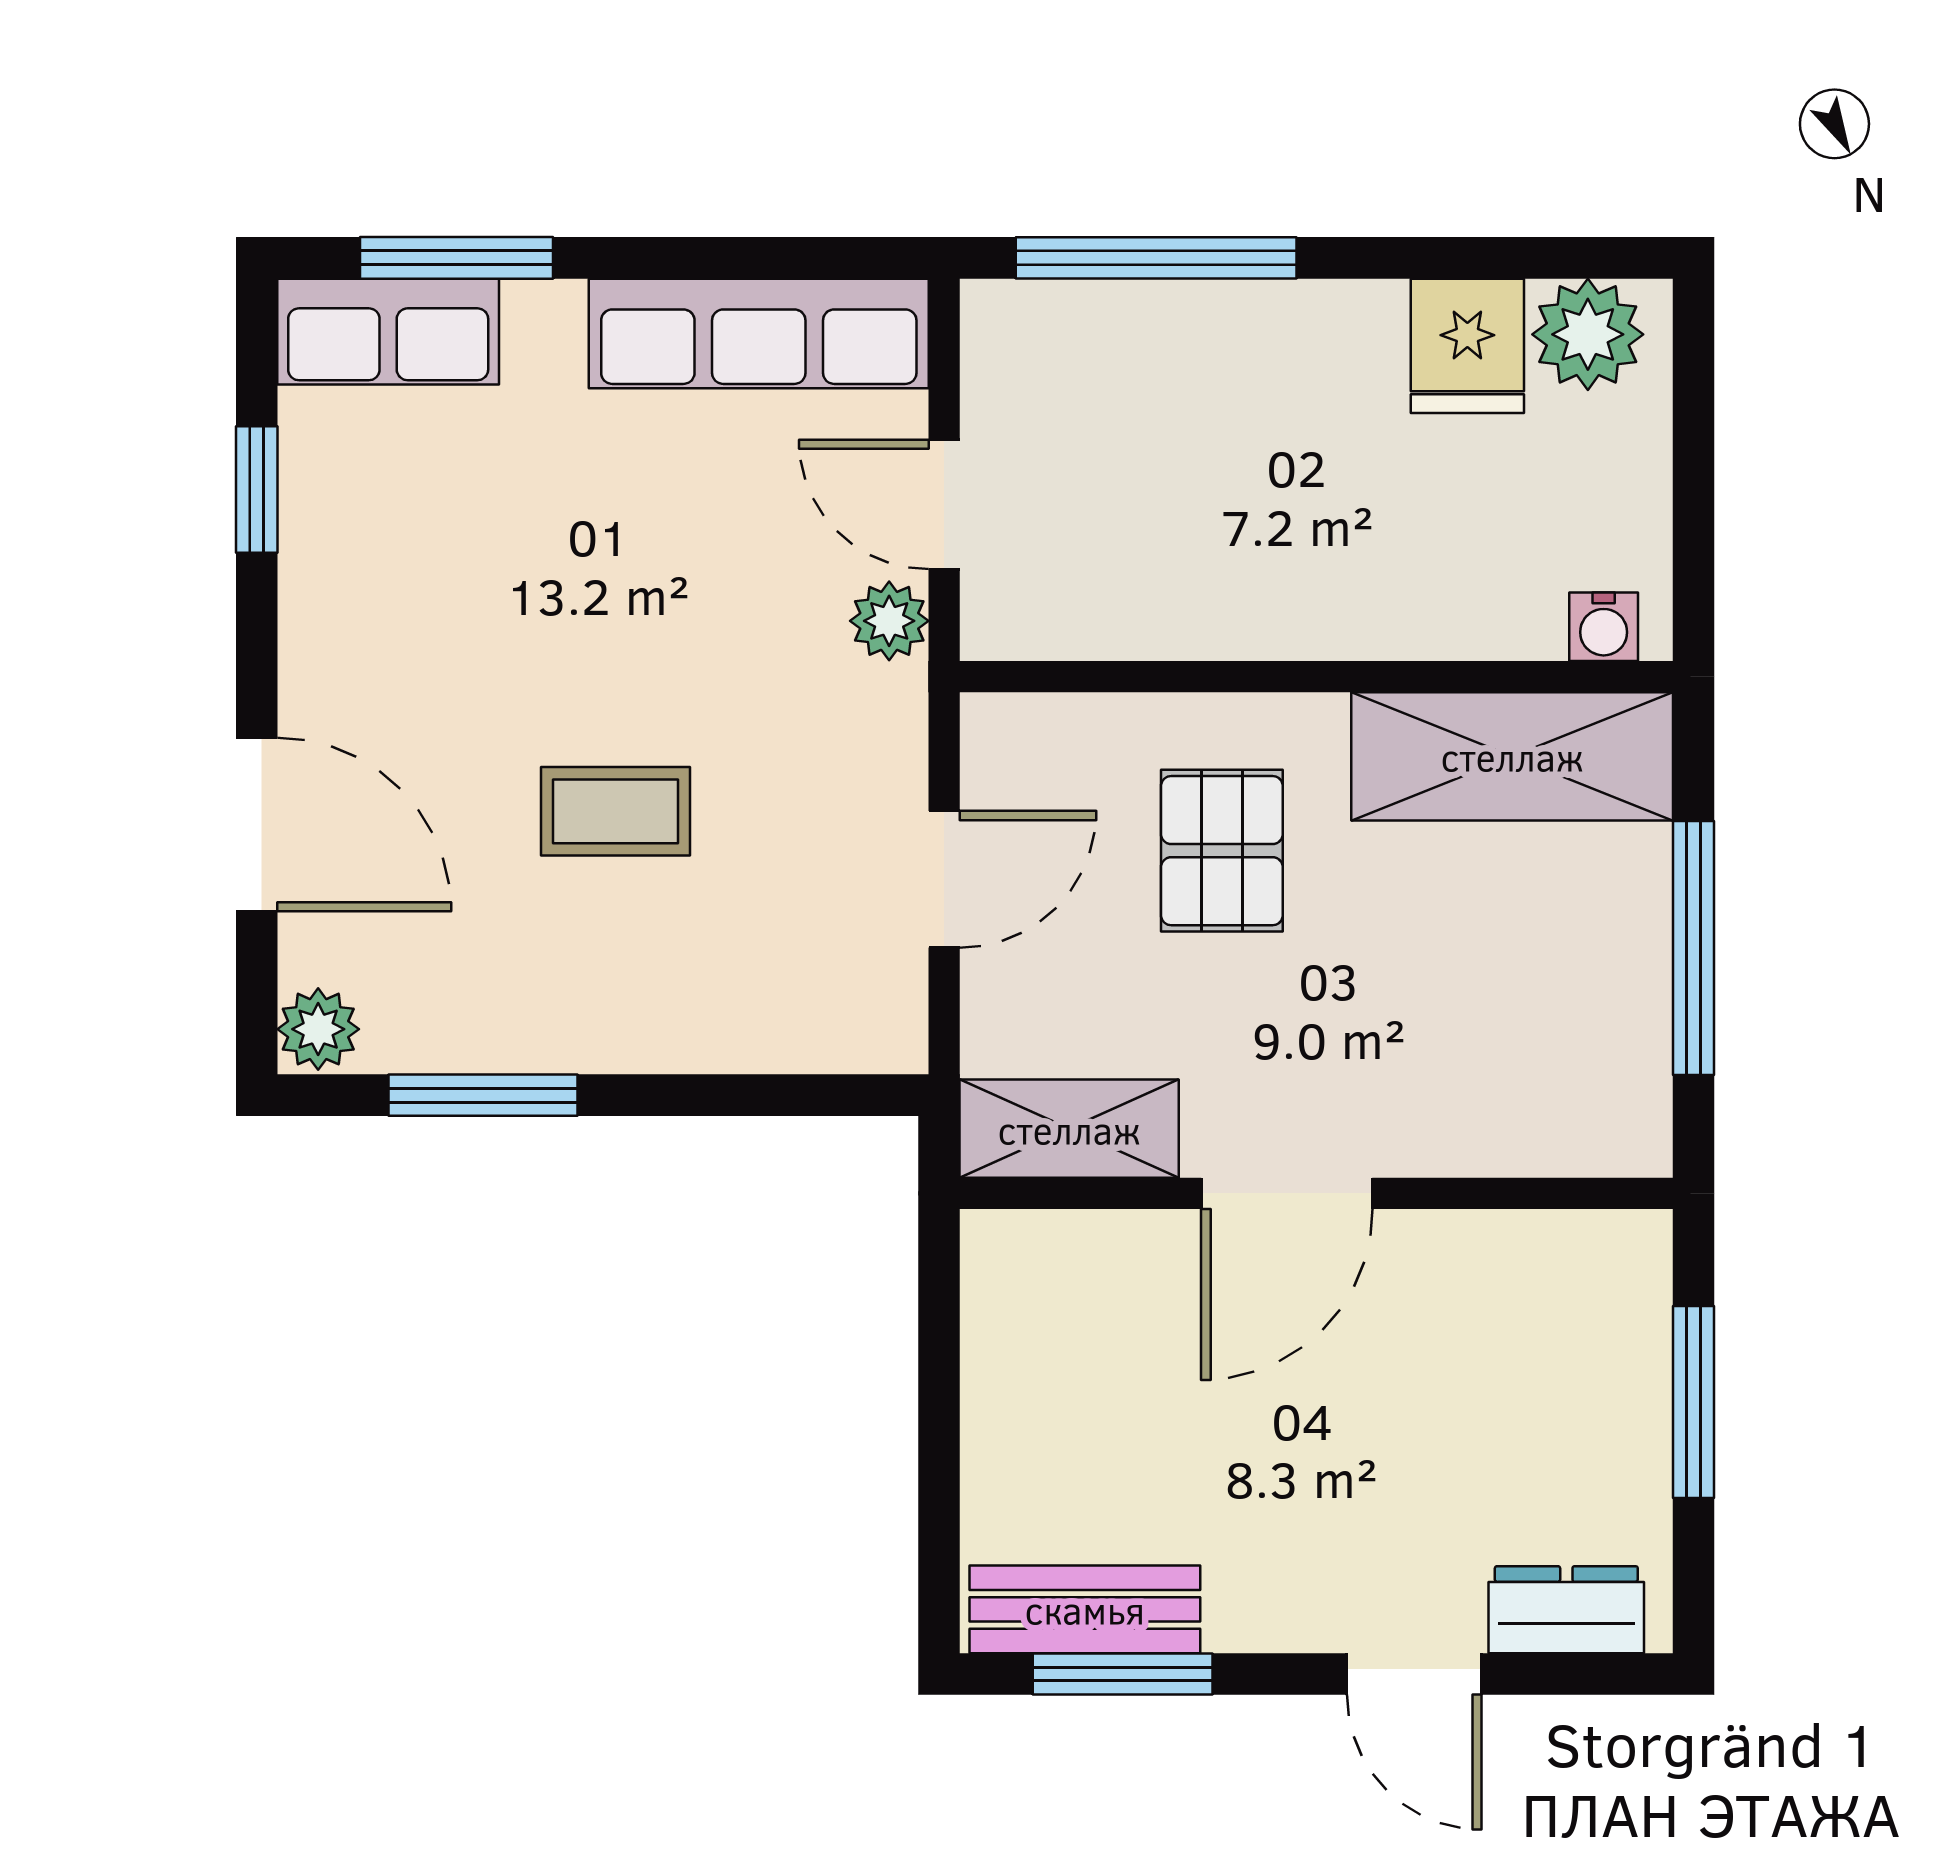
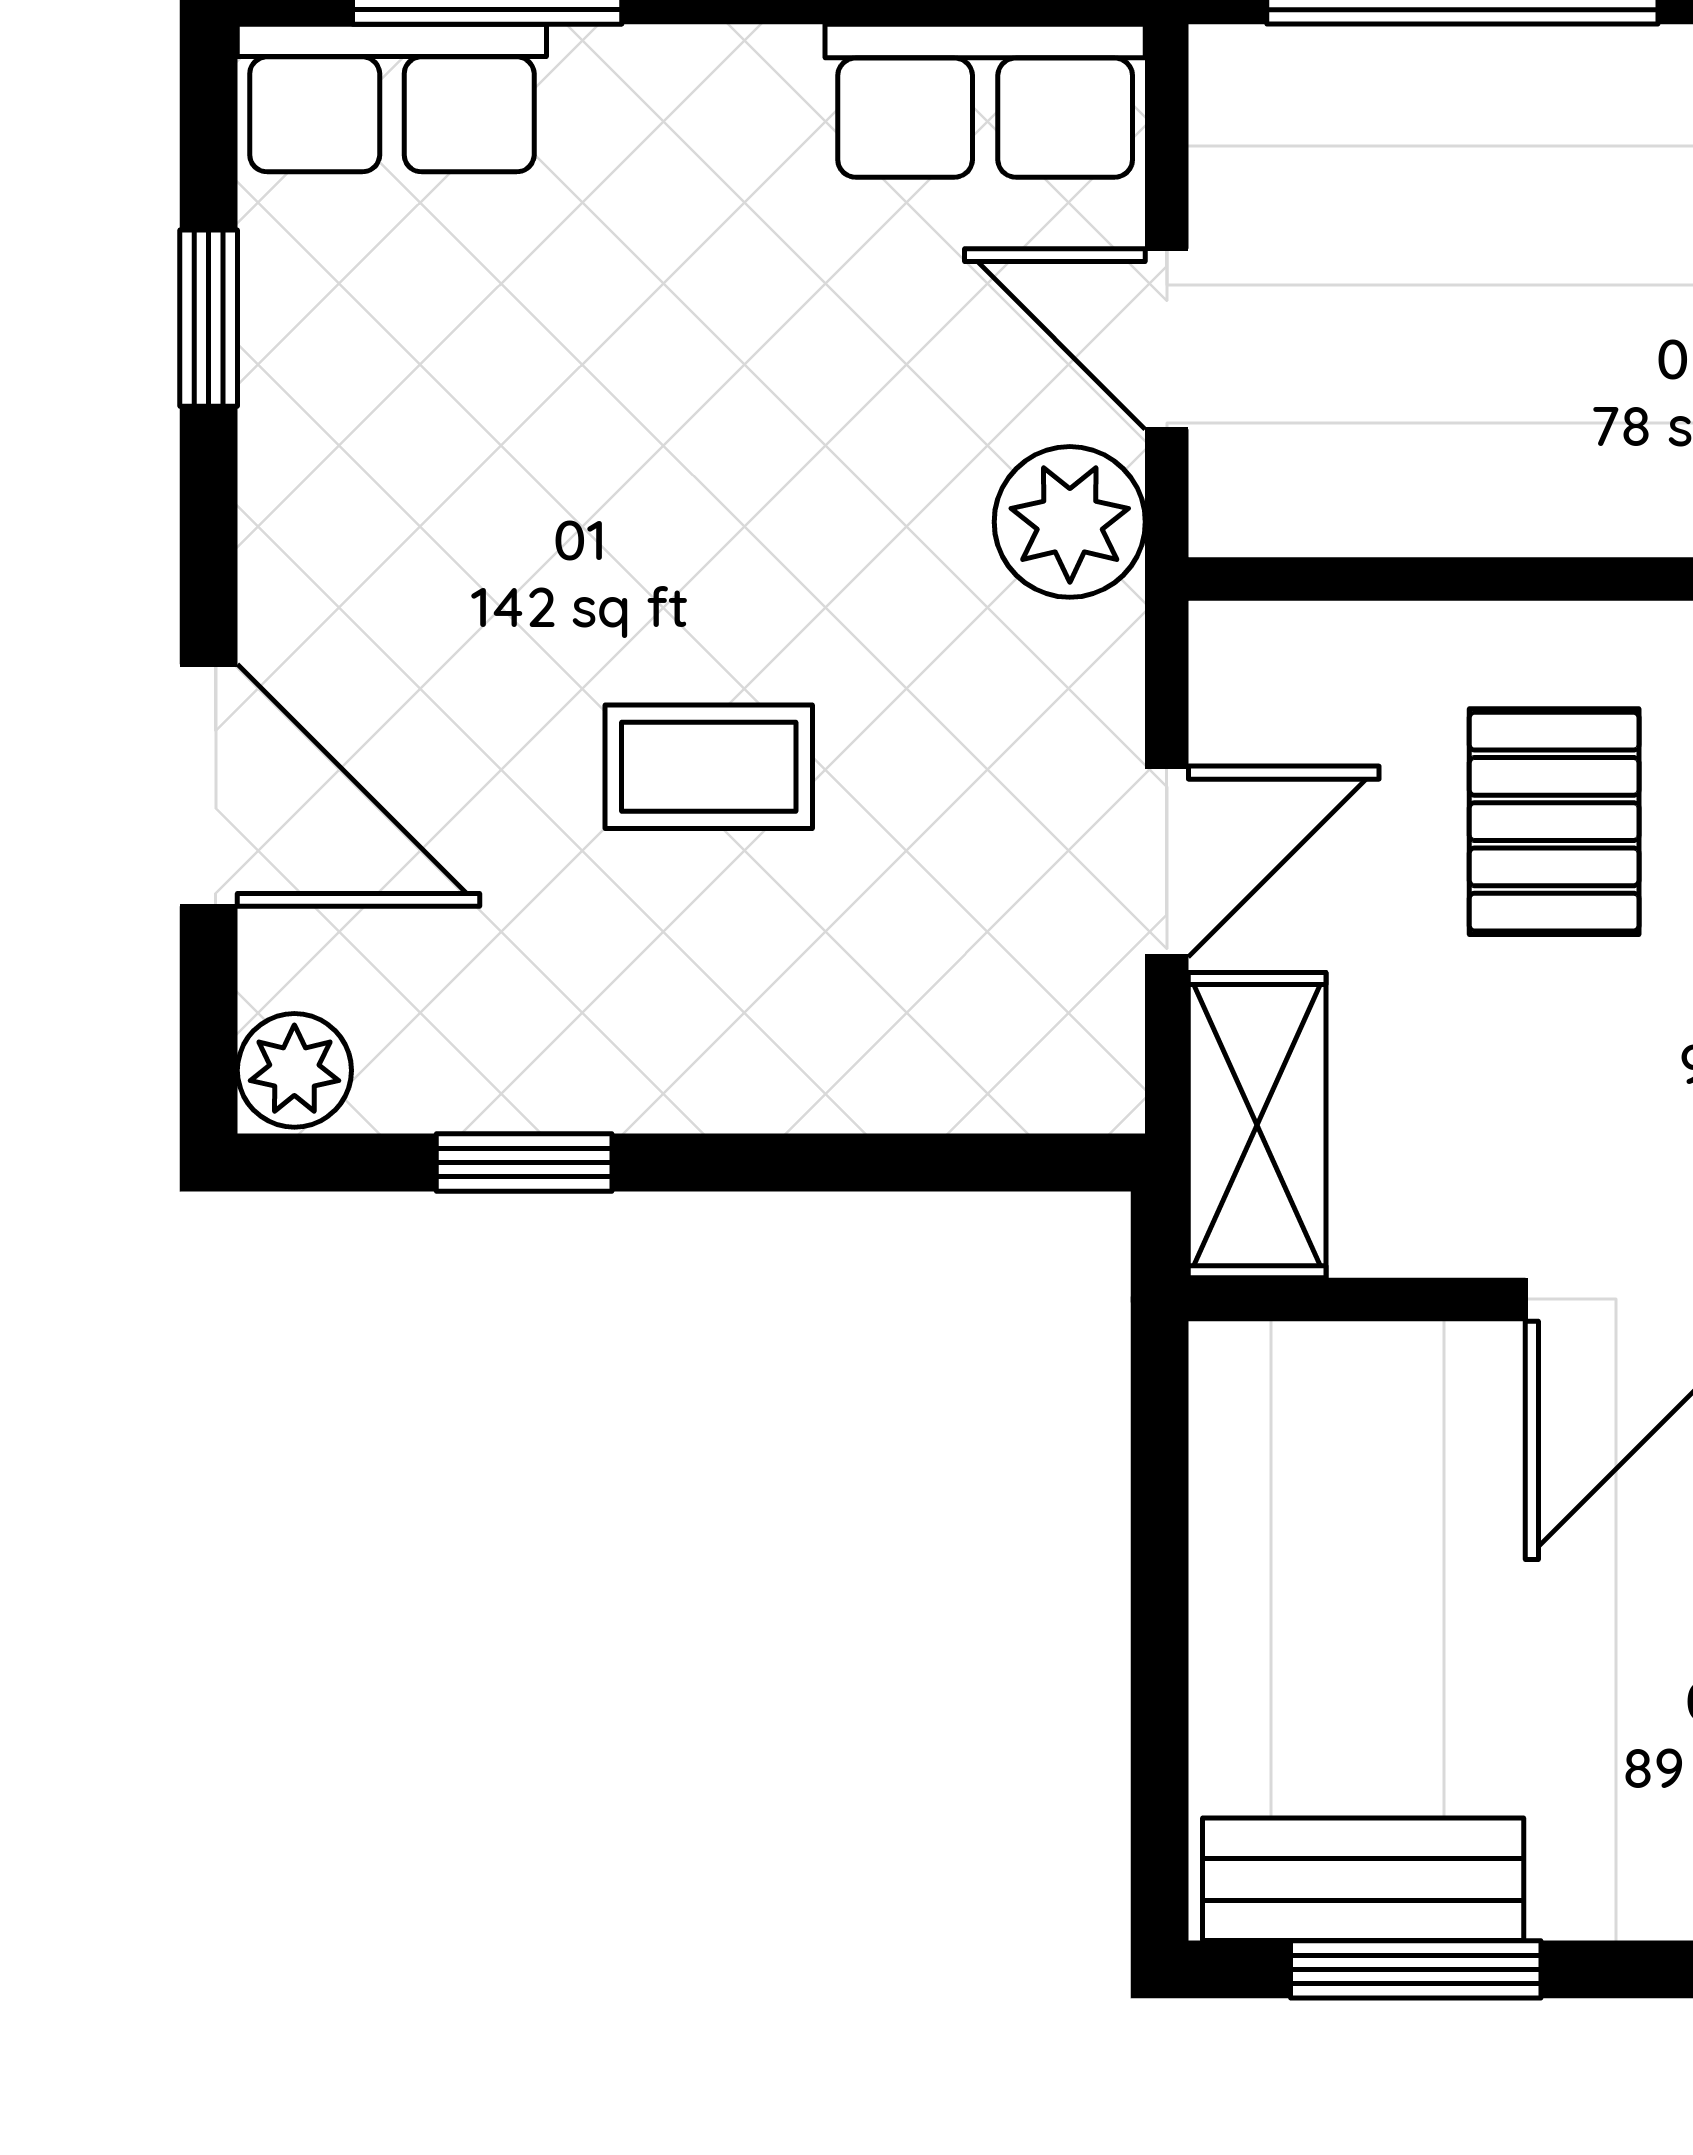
row of seats: (759, 333) -> (985, 101), width x0.68
plant: (889, 621) -> (1070, 522), width x1.38, depth x1.38
window: (483, 1095) -> (524, 1163), width x0.67
shelving: (1069, 1129) -> (1257, 1125), moved, turned 90

